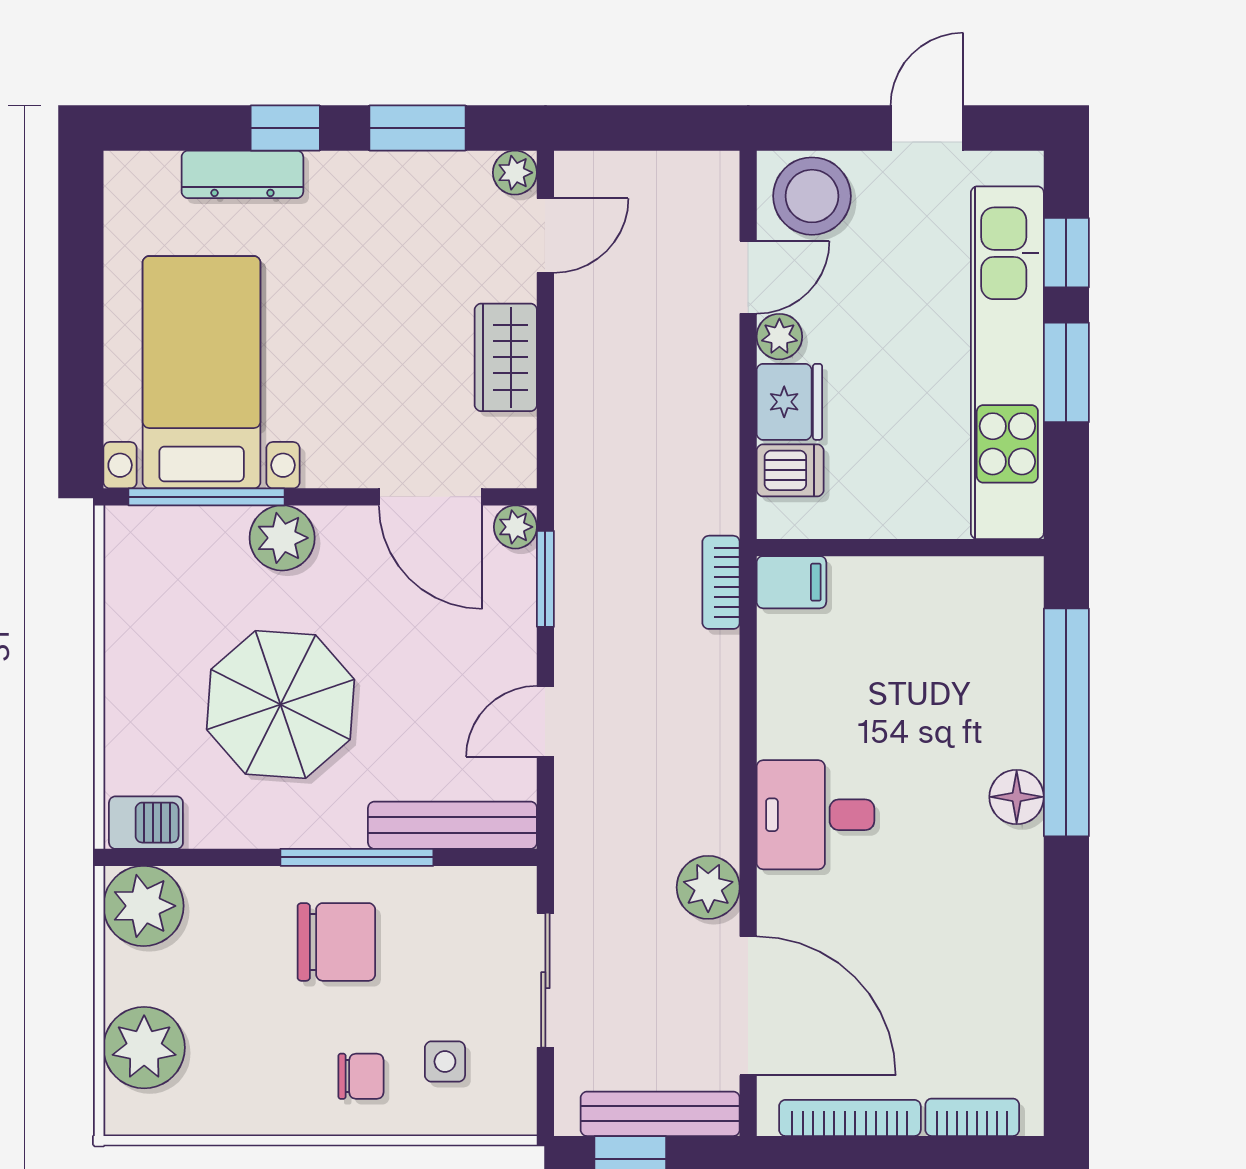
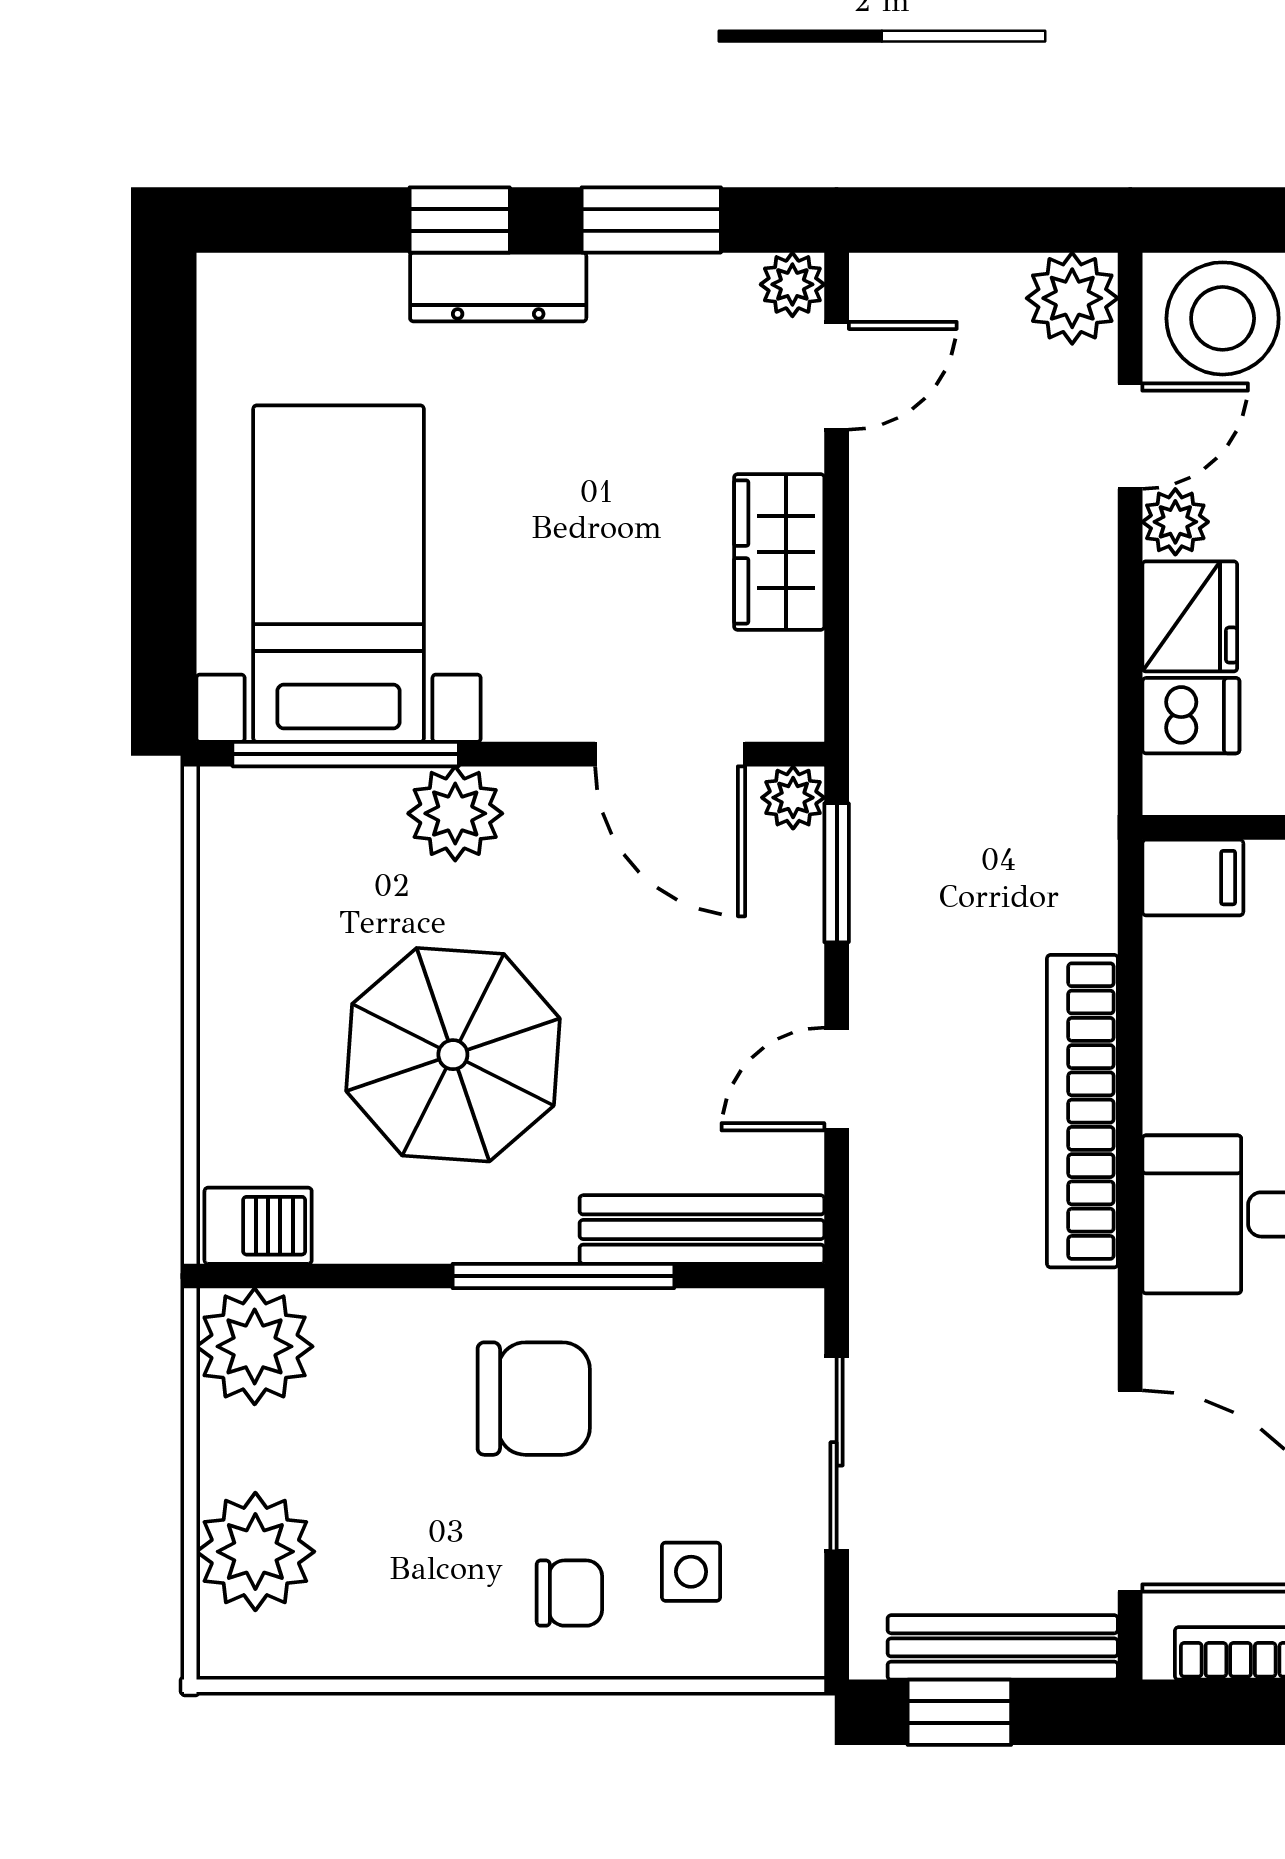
dresser: (242, 174) -> (498, 287), moved
bookcase: (721, 582) -> (1082, 1111), moved, width x2.31, depth x1.31
plant: (708, 887) -> (1072, 298), moved

